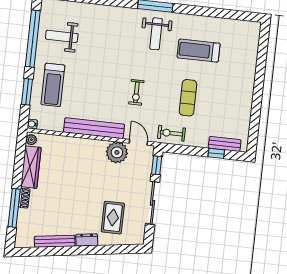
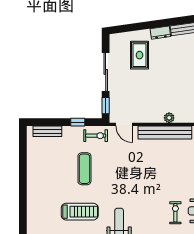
exercise bike: (136, 92) -> (175, 213), moved
plant: (117, 152) -> (169, 118), moved, width x0.53, depth x0.53
window: (216, 153) -> (78, 122), moved

